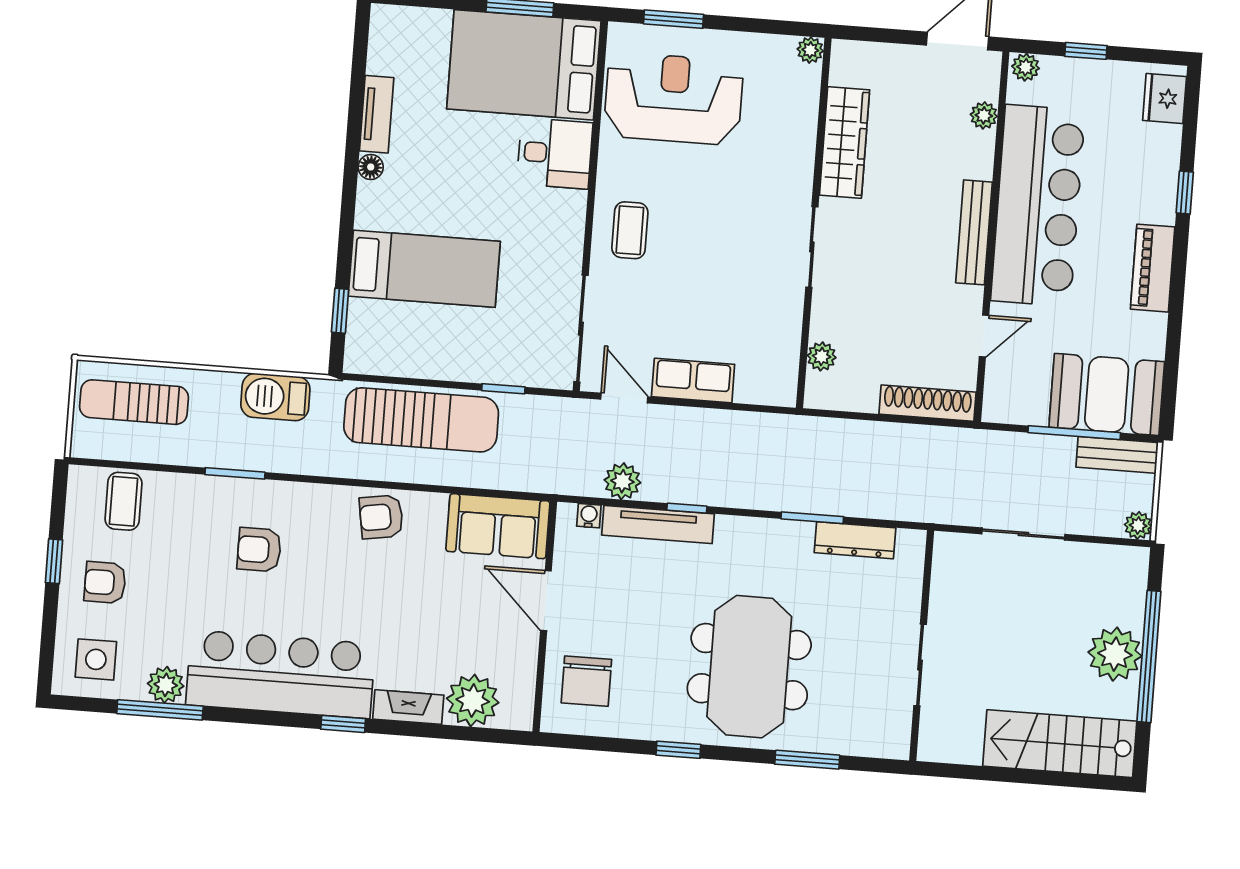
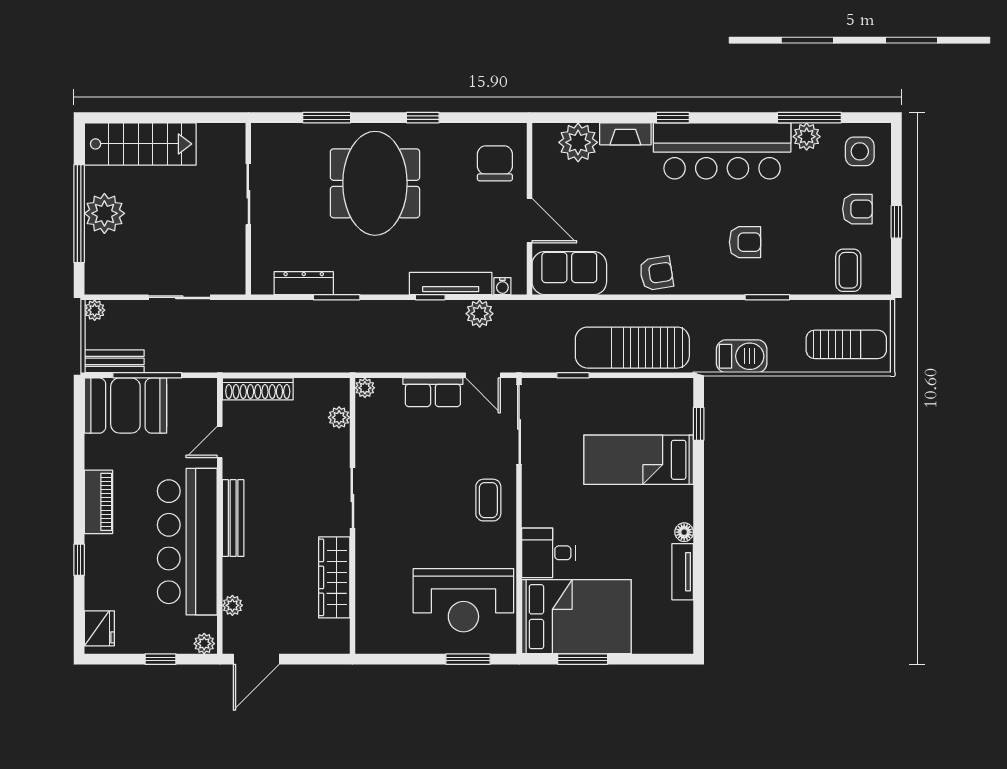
plant: (810, 50) -> (365, 388), moved

